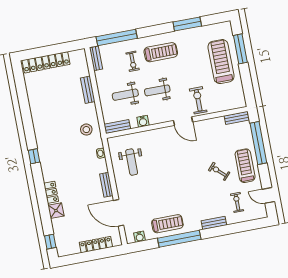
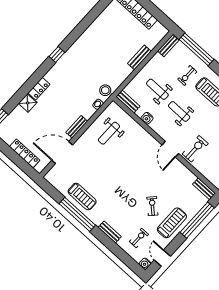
stool: (86, 130) -> (105, 90), moved
door: (119, 213) -> (62, 153), hinge flipped
water cooler: (139, 237) -> (145, 264), moved

